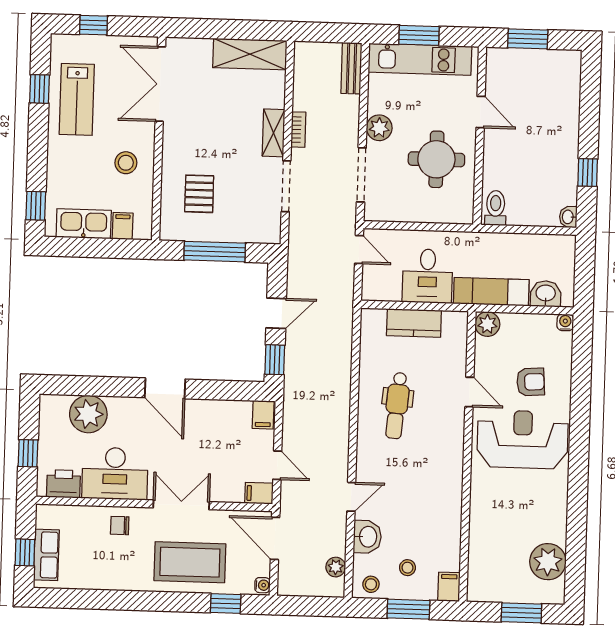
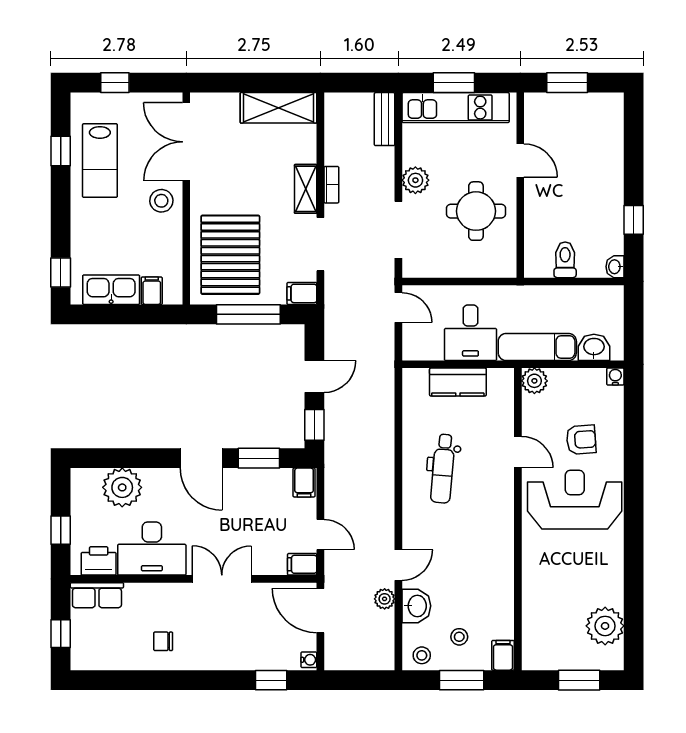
stool: (126, 163) -> (161, 201), moved
pallet: (199, 194) -> (230, 255), width x2.05, depth x2.00
toilet: (496, 208) -> (565, 260), moved
filing cabinet: (267, 233) -> (302, 293), added
window: (220, 390) -> (259, 458), added
chair: (120, 526) -> (163, 641), moved
row of seats: (46, 555) -> (97, 595), moved, turned 90
coffee table: (190, 562) -> (233, 638), removed
plant: (336, 567) -> (385, 599), moved

